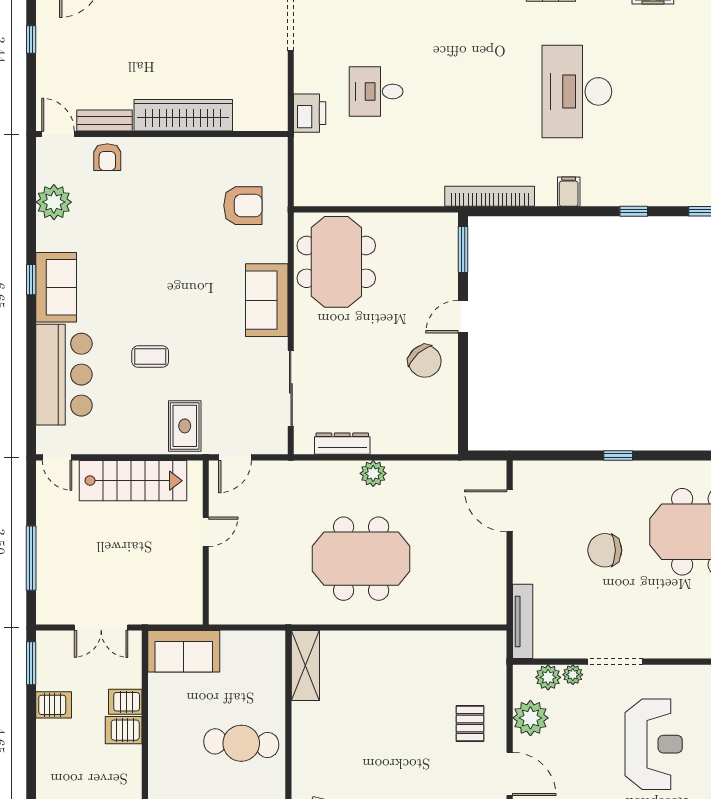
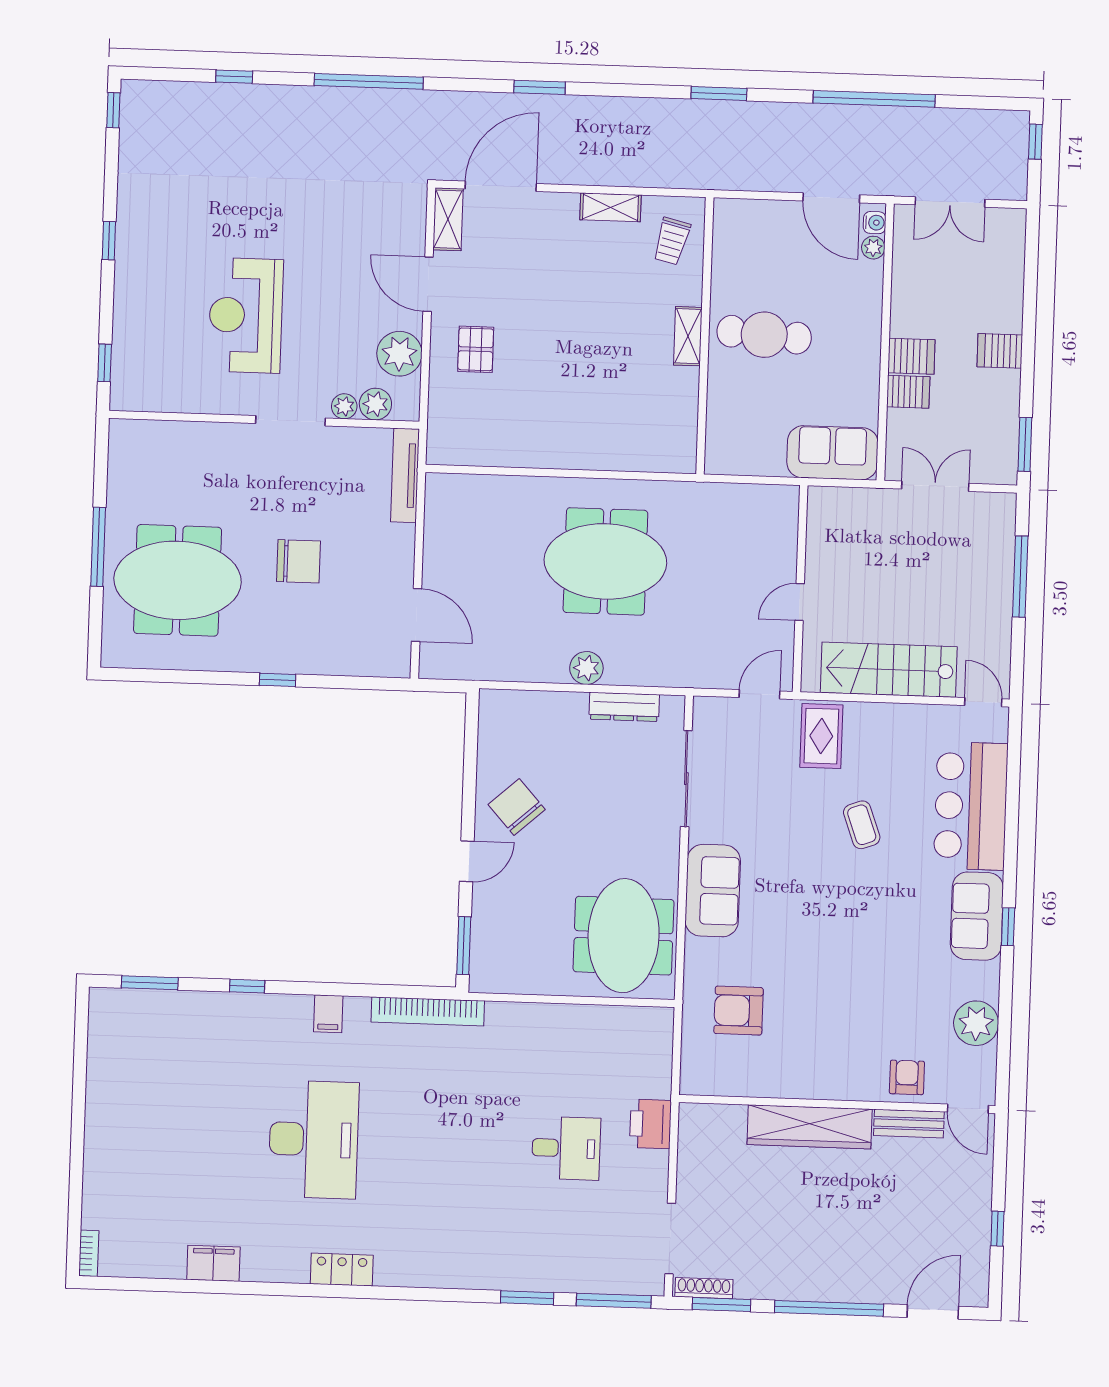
coffee table: (150, 357) -> (862, 825), turned 70
shelving: (305, 666) -> (688, 336), moved, width x0.67, depth x0.75
server rack: (54, 705) -> (1000, 351), moved

